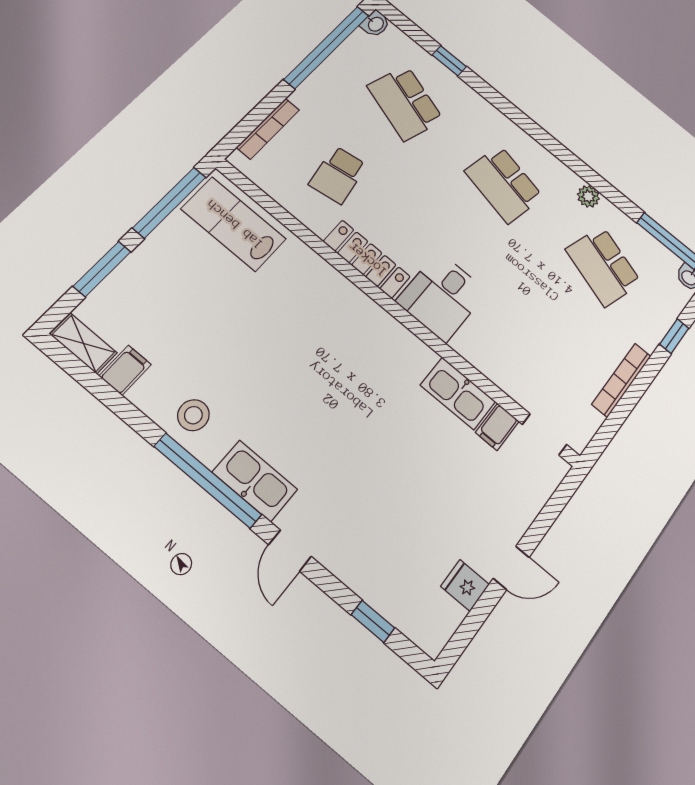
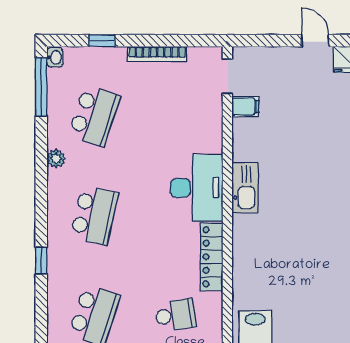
window: (449, 61) -> (41, 261), moved
desk: (442, 296) -> (197, 188), width x1.37
kitchen sink: (458, 393) -> (245, 188), moved

